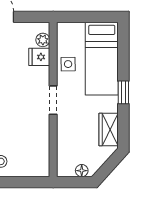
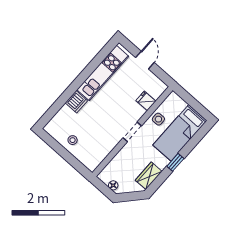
plant: (43, 40) -> (156, 93), removed

